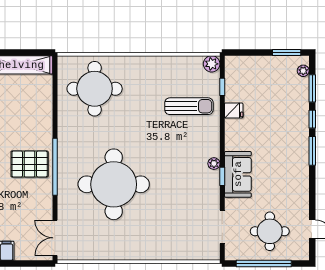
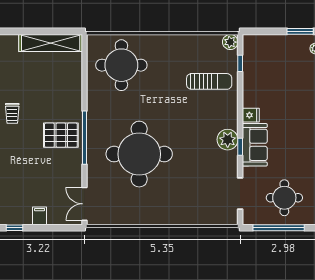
fridge: (234, 110) -> (251, 115), moved
plant: (214, 164) -> (228, 140), width x1.87, depth x1.87

